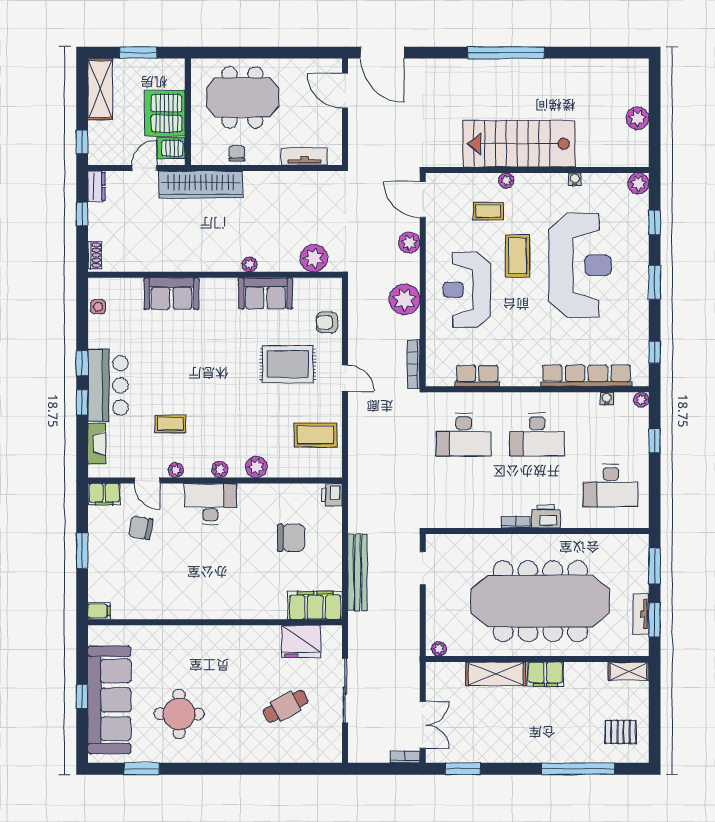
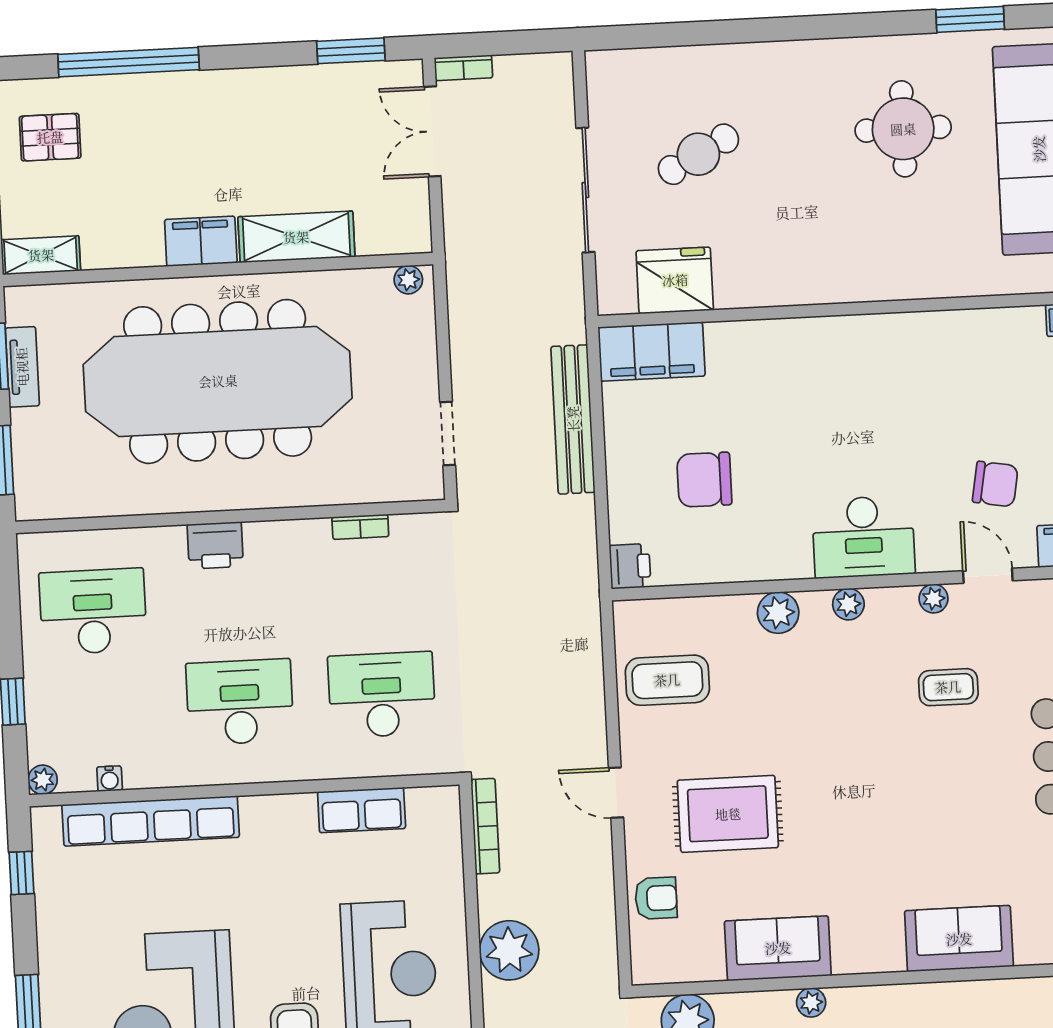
bookcase: (516, 522) -> (360, 527), moved

